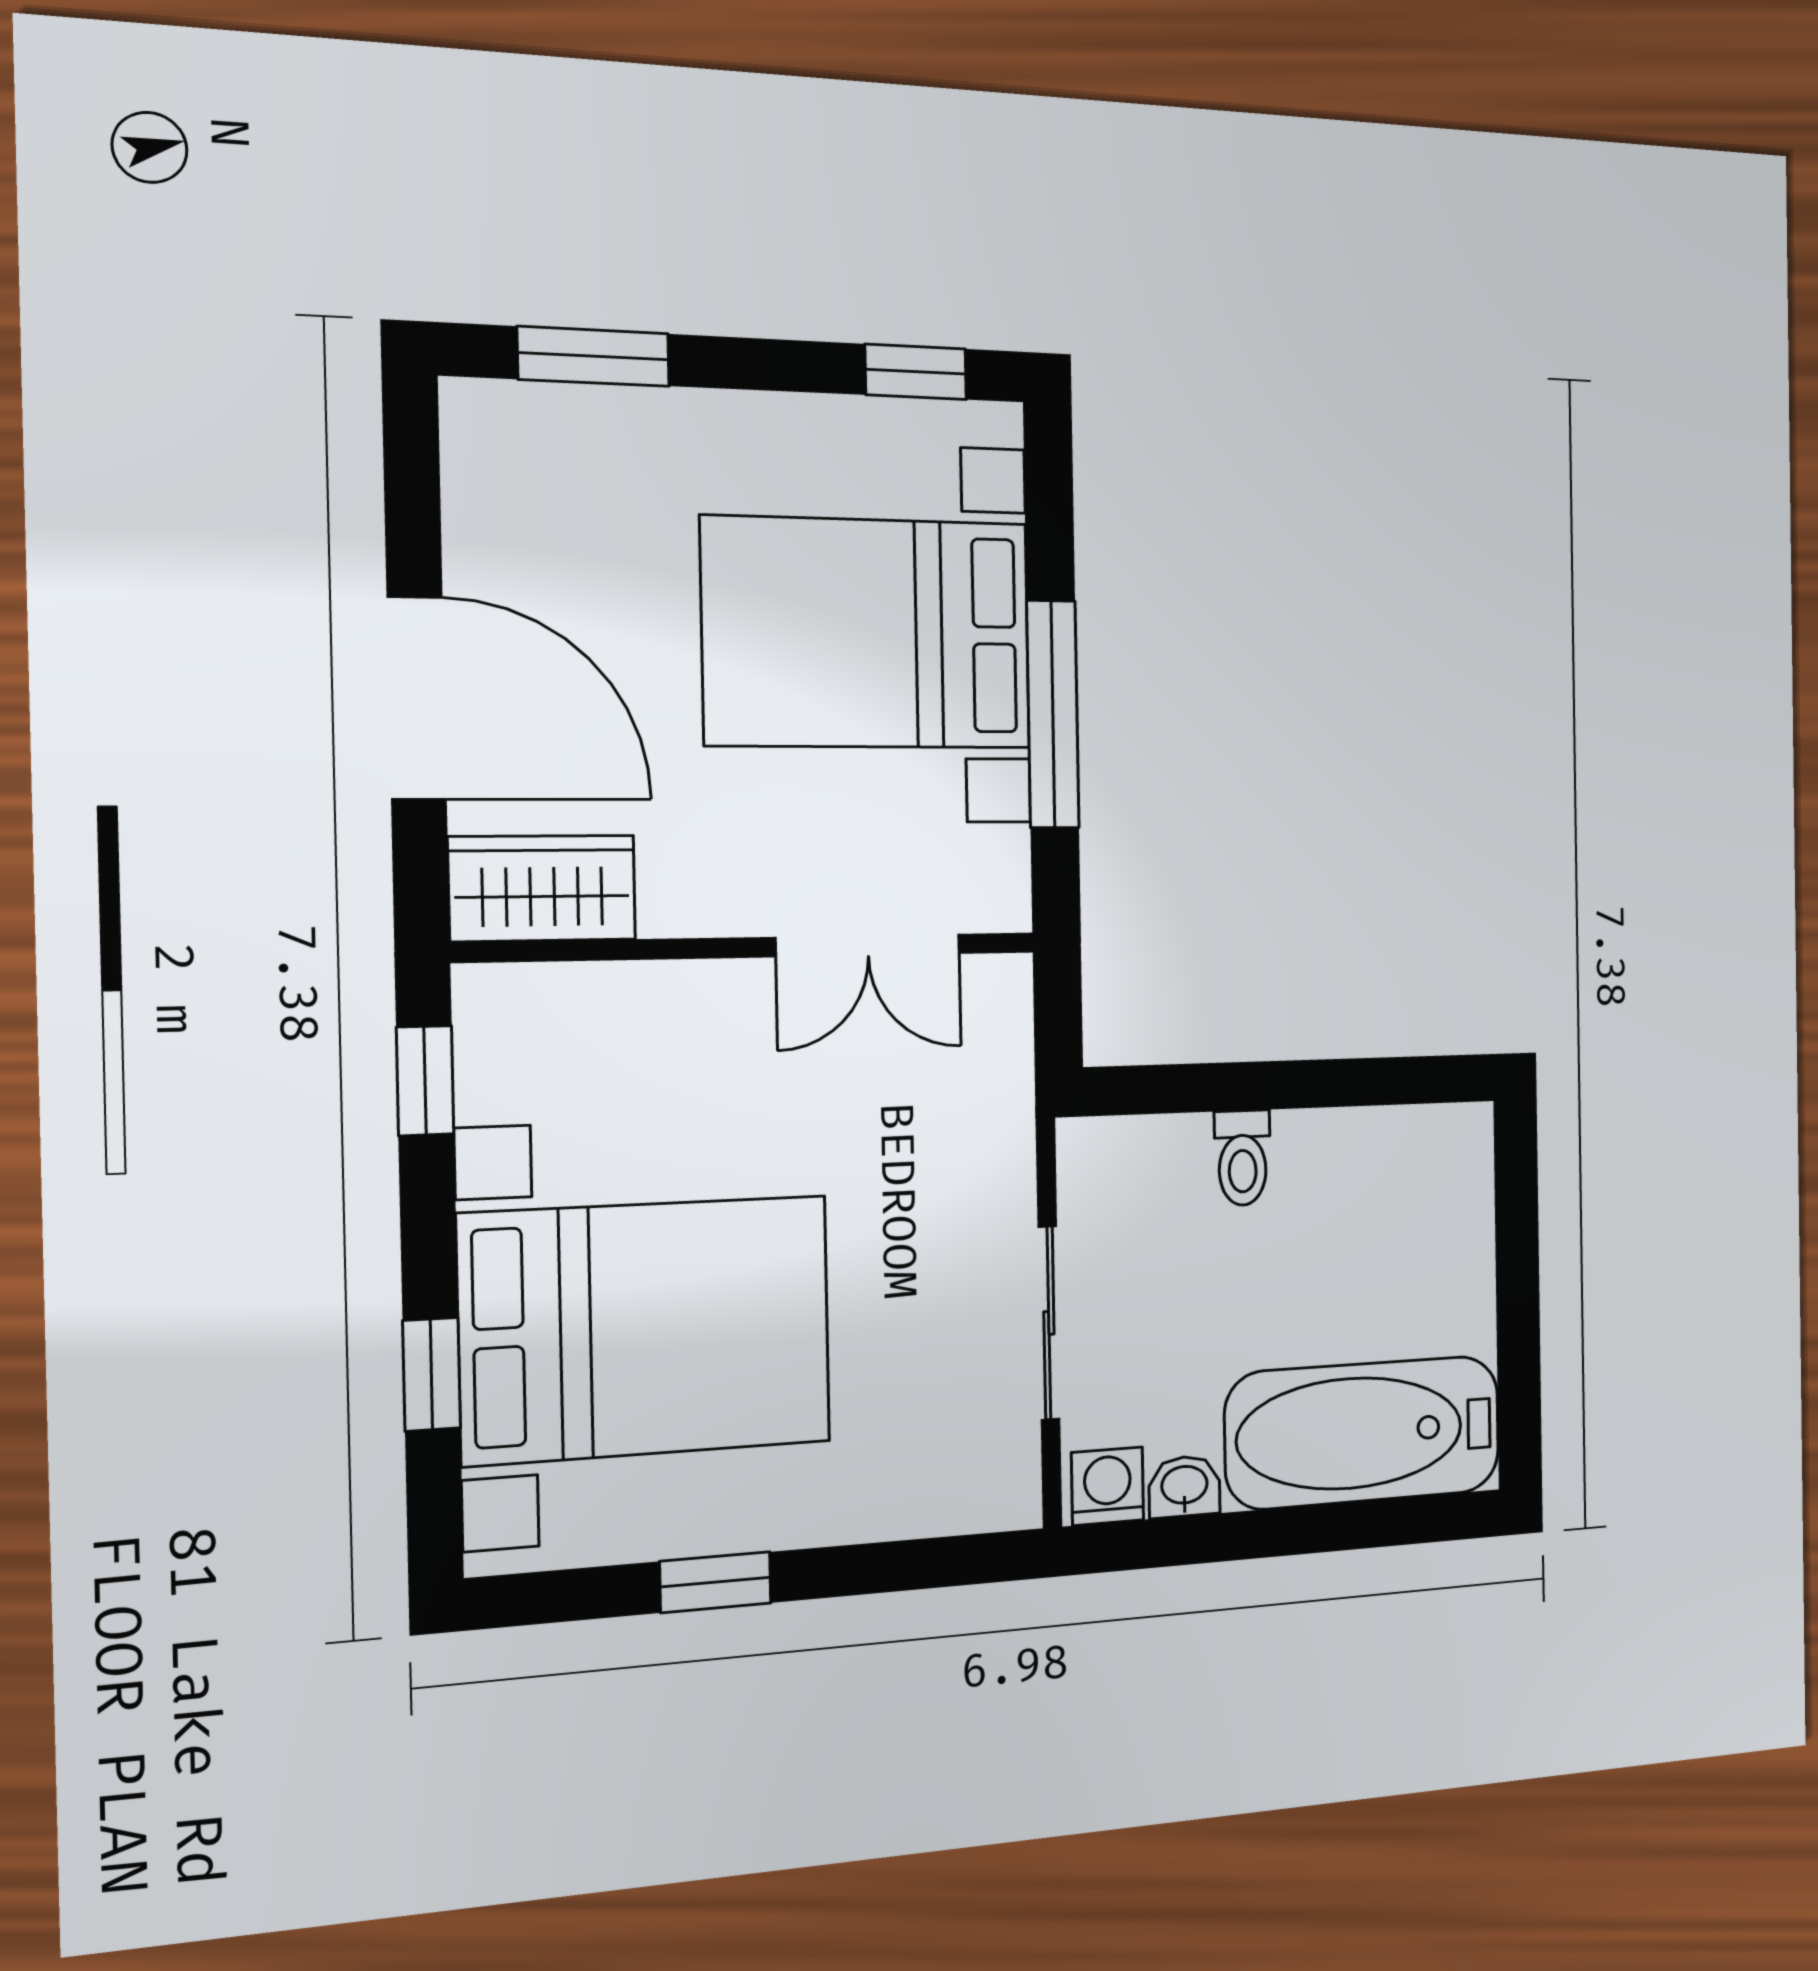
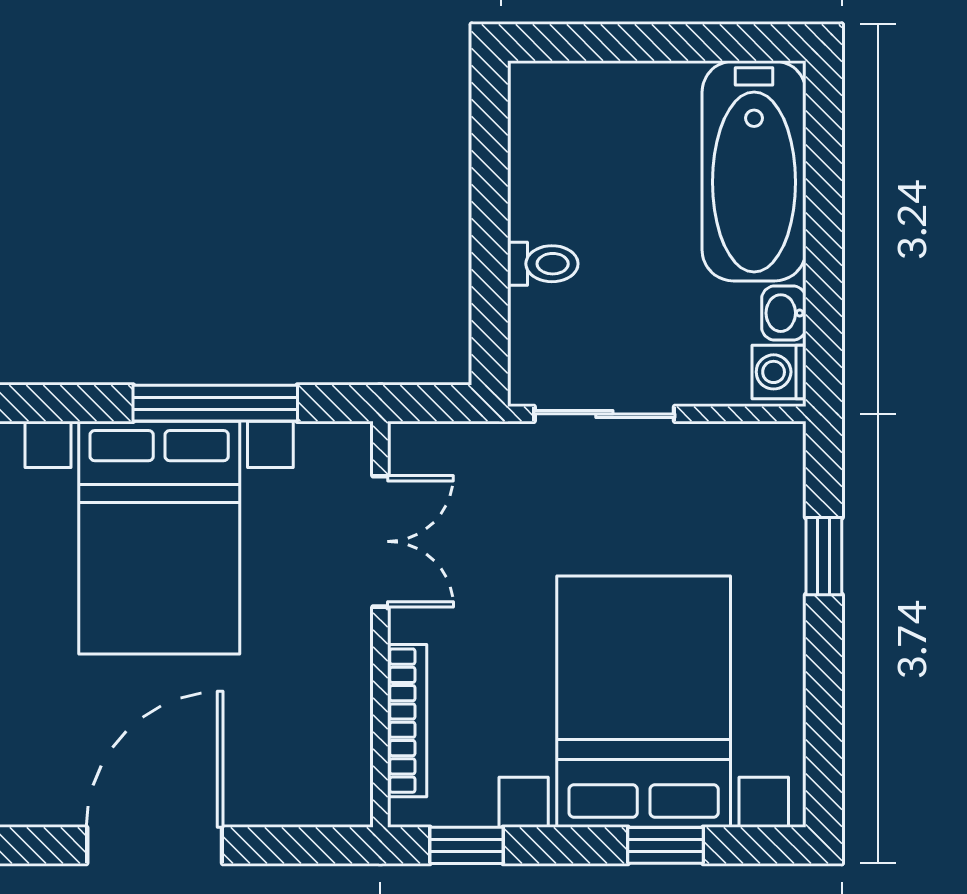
door: (417, 698) -> (155, 845), moved
wardrobe: (542, 888) -> (337, 766), removed
bookcase: (611, 989) -> (407, 721), added
sliding door: (1049, 1323) -> (604, 414), moved
window: (715, 1582) -> (824, 556), moved

